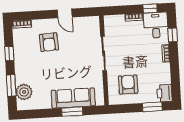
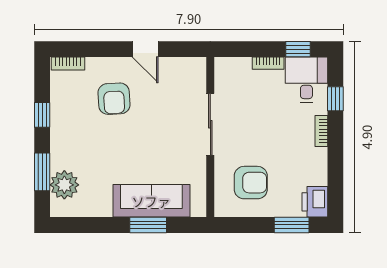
armchair: (128, 85) -> (251, 183), turned 90

